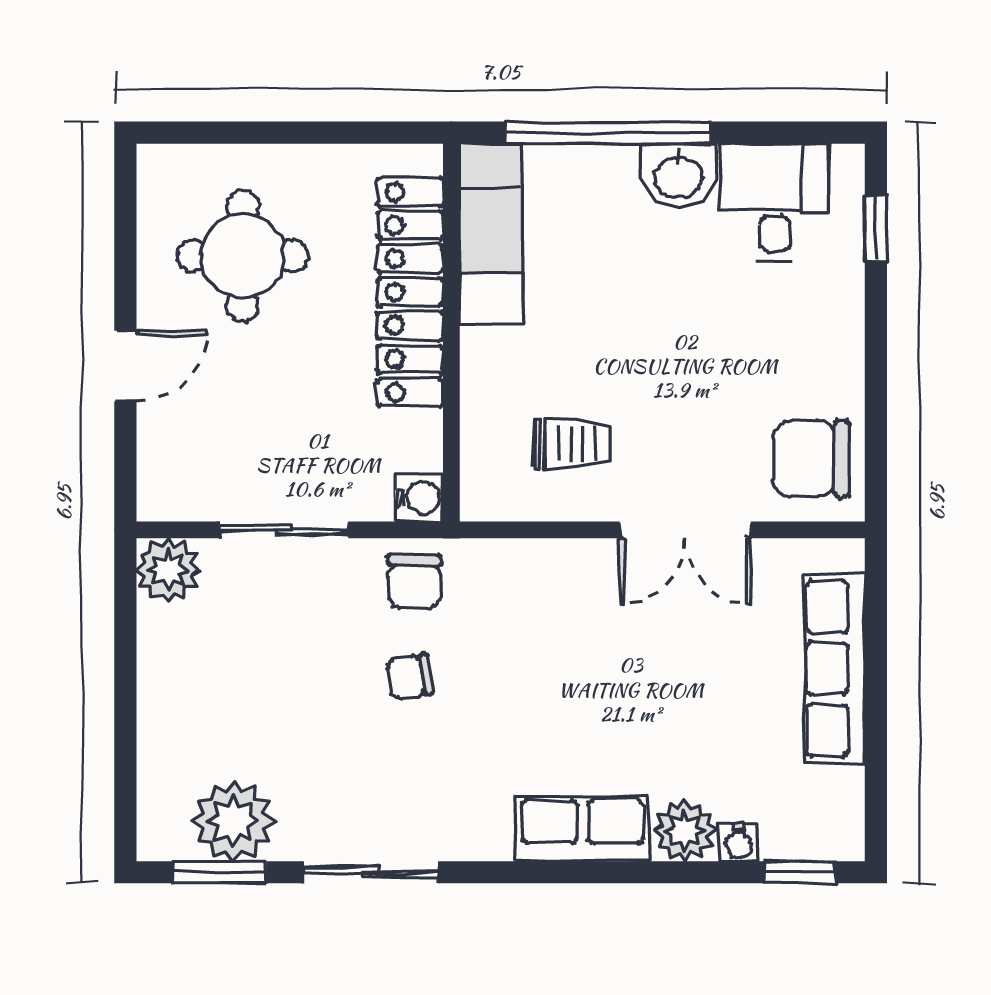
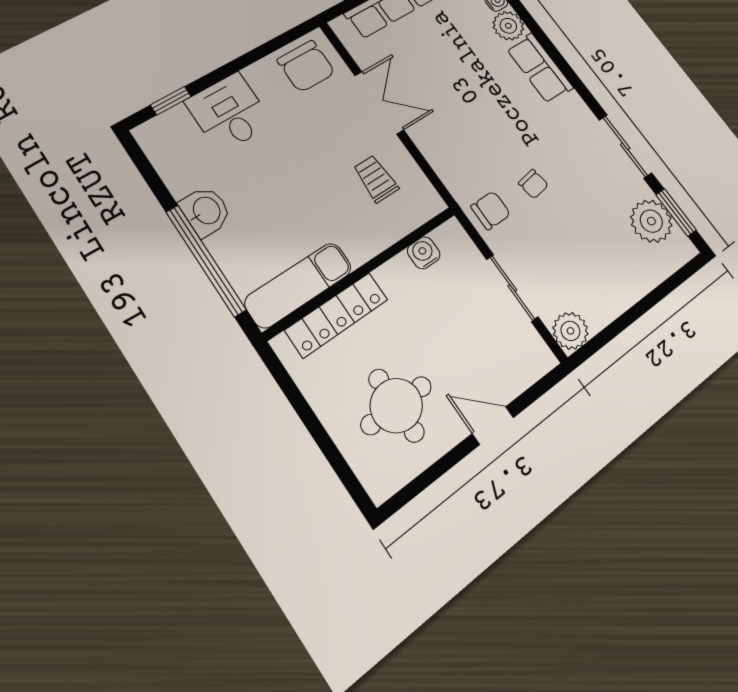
desk: (774, 202) -> (229, 113), moved, turned 90
locker: (410, 292) -> (337, 315), width x0.71, depth x0.83
water cooler: (419, 498) -> (424, 253), moved

